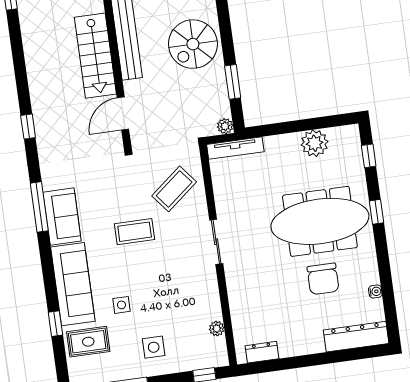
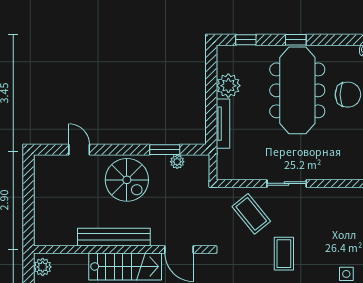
plant: (225, 126) -> (177, 162), moved
tv unit: (235, 148) -> (223, 124), moved
sliding door: (216, 242) -> (287, 183), moved

